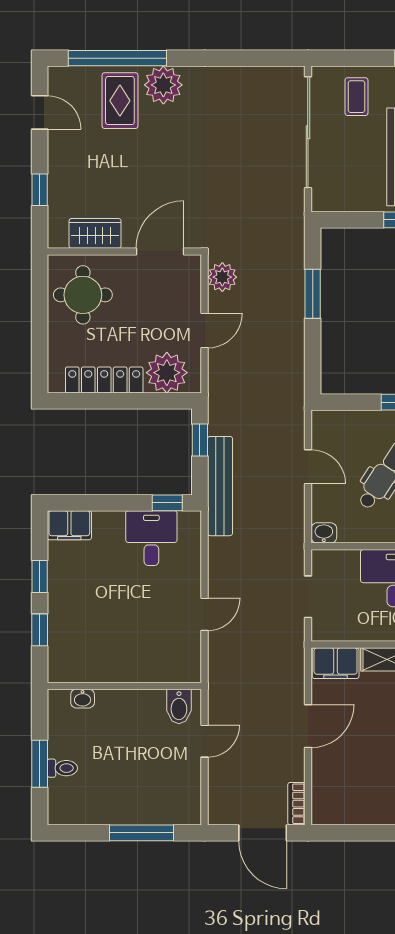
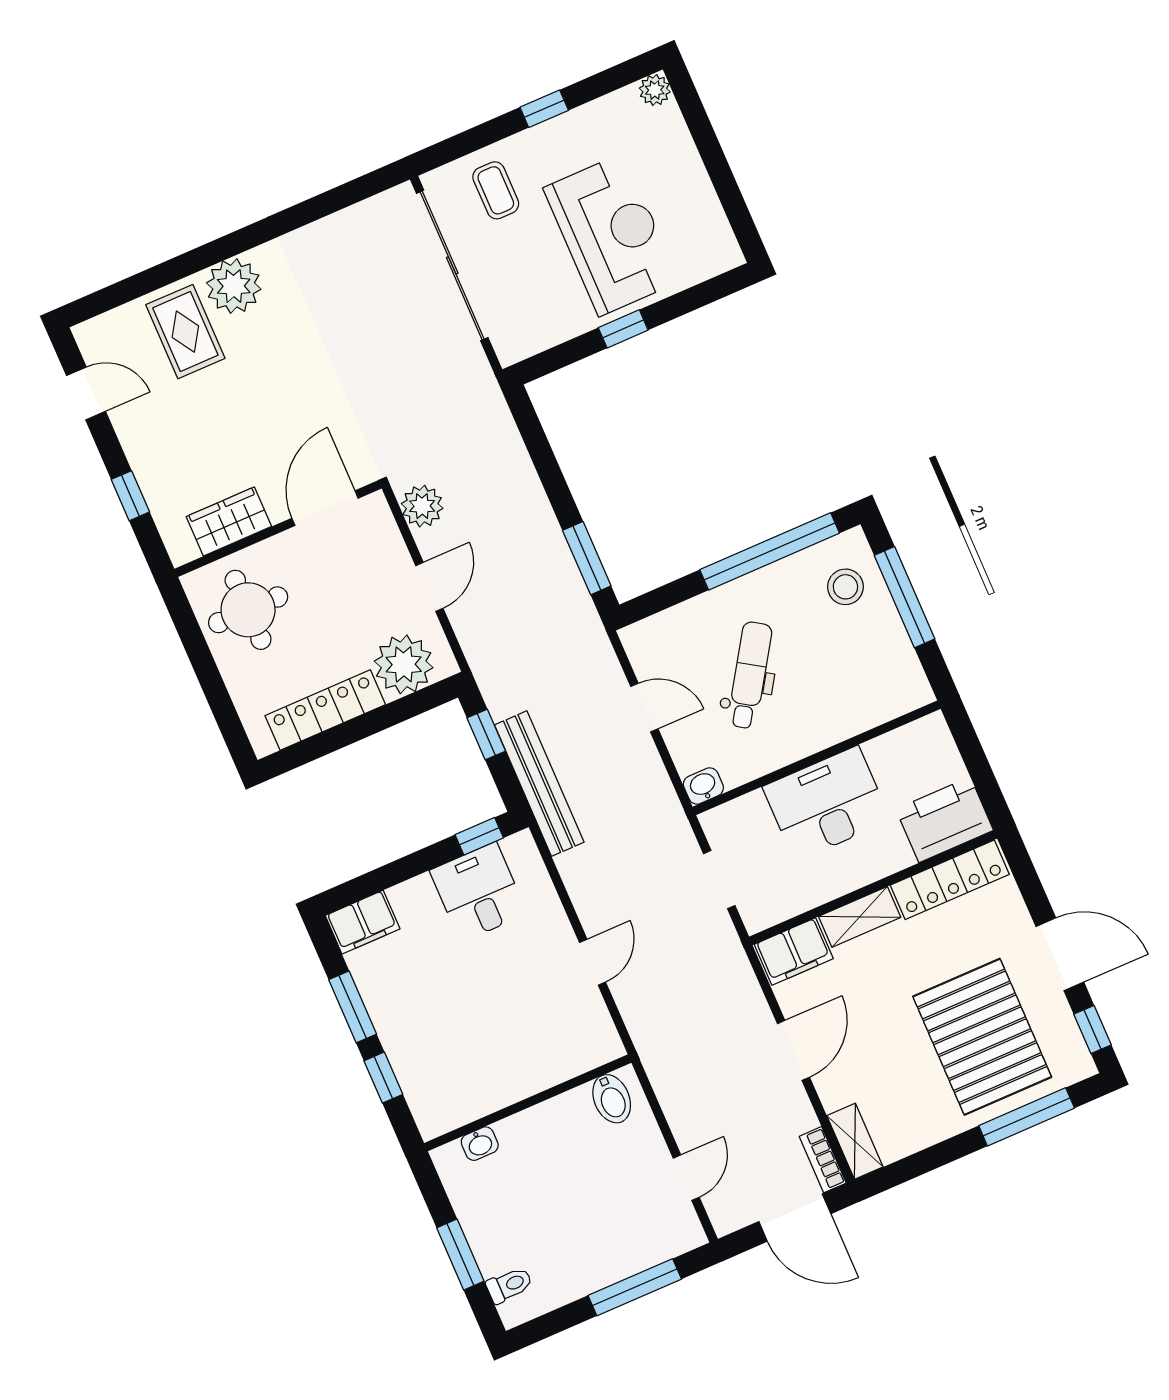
window: (117, 58) -> (158, 277), removed
window: (313, 294) -> (587, 558), moved
window: (40, 576) -> (353, 1007), width x1.50
door: (205, 741) -> (686, 1178), moved
toilet: (62, 768) -> (509, 1285), moved
shelving: (322, 801) -> (855, 1141), added

